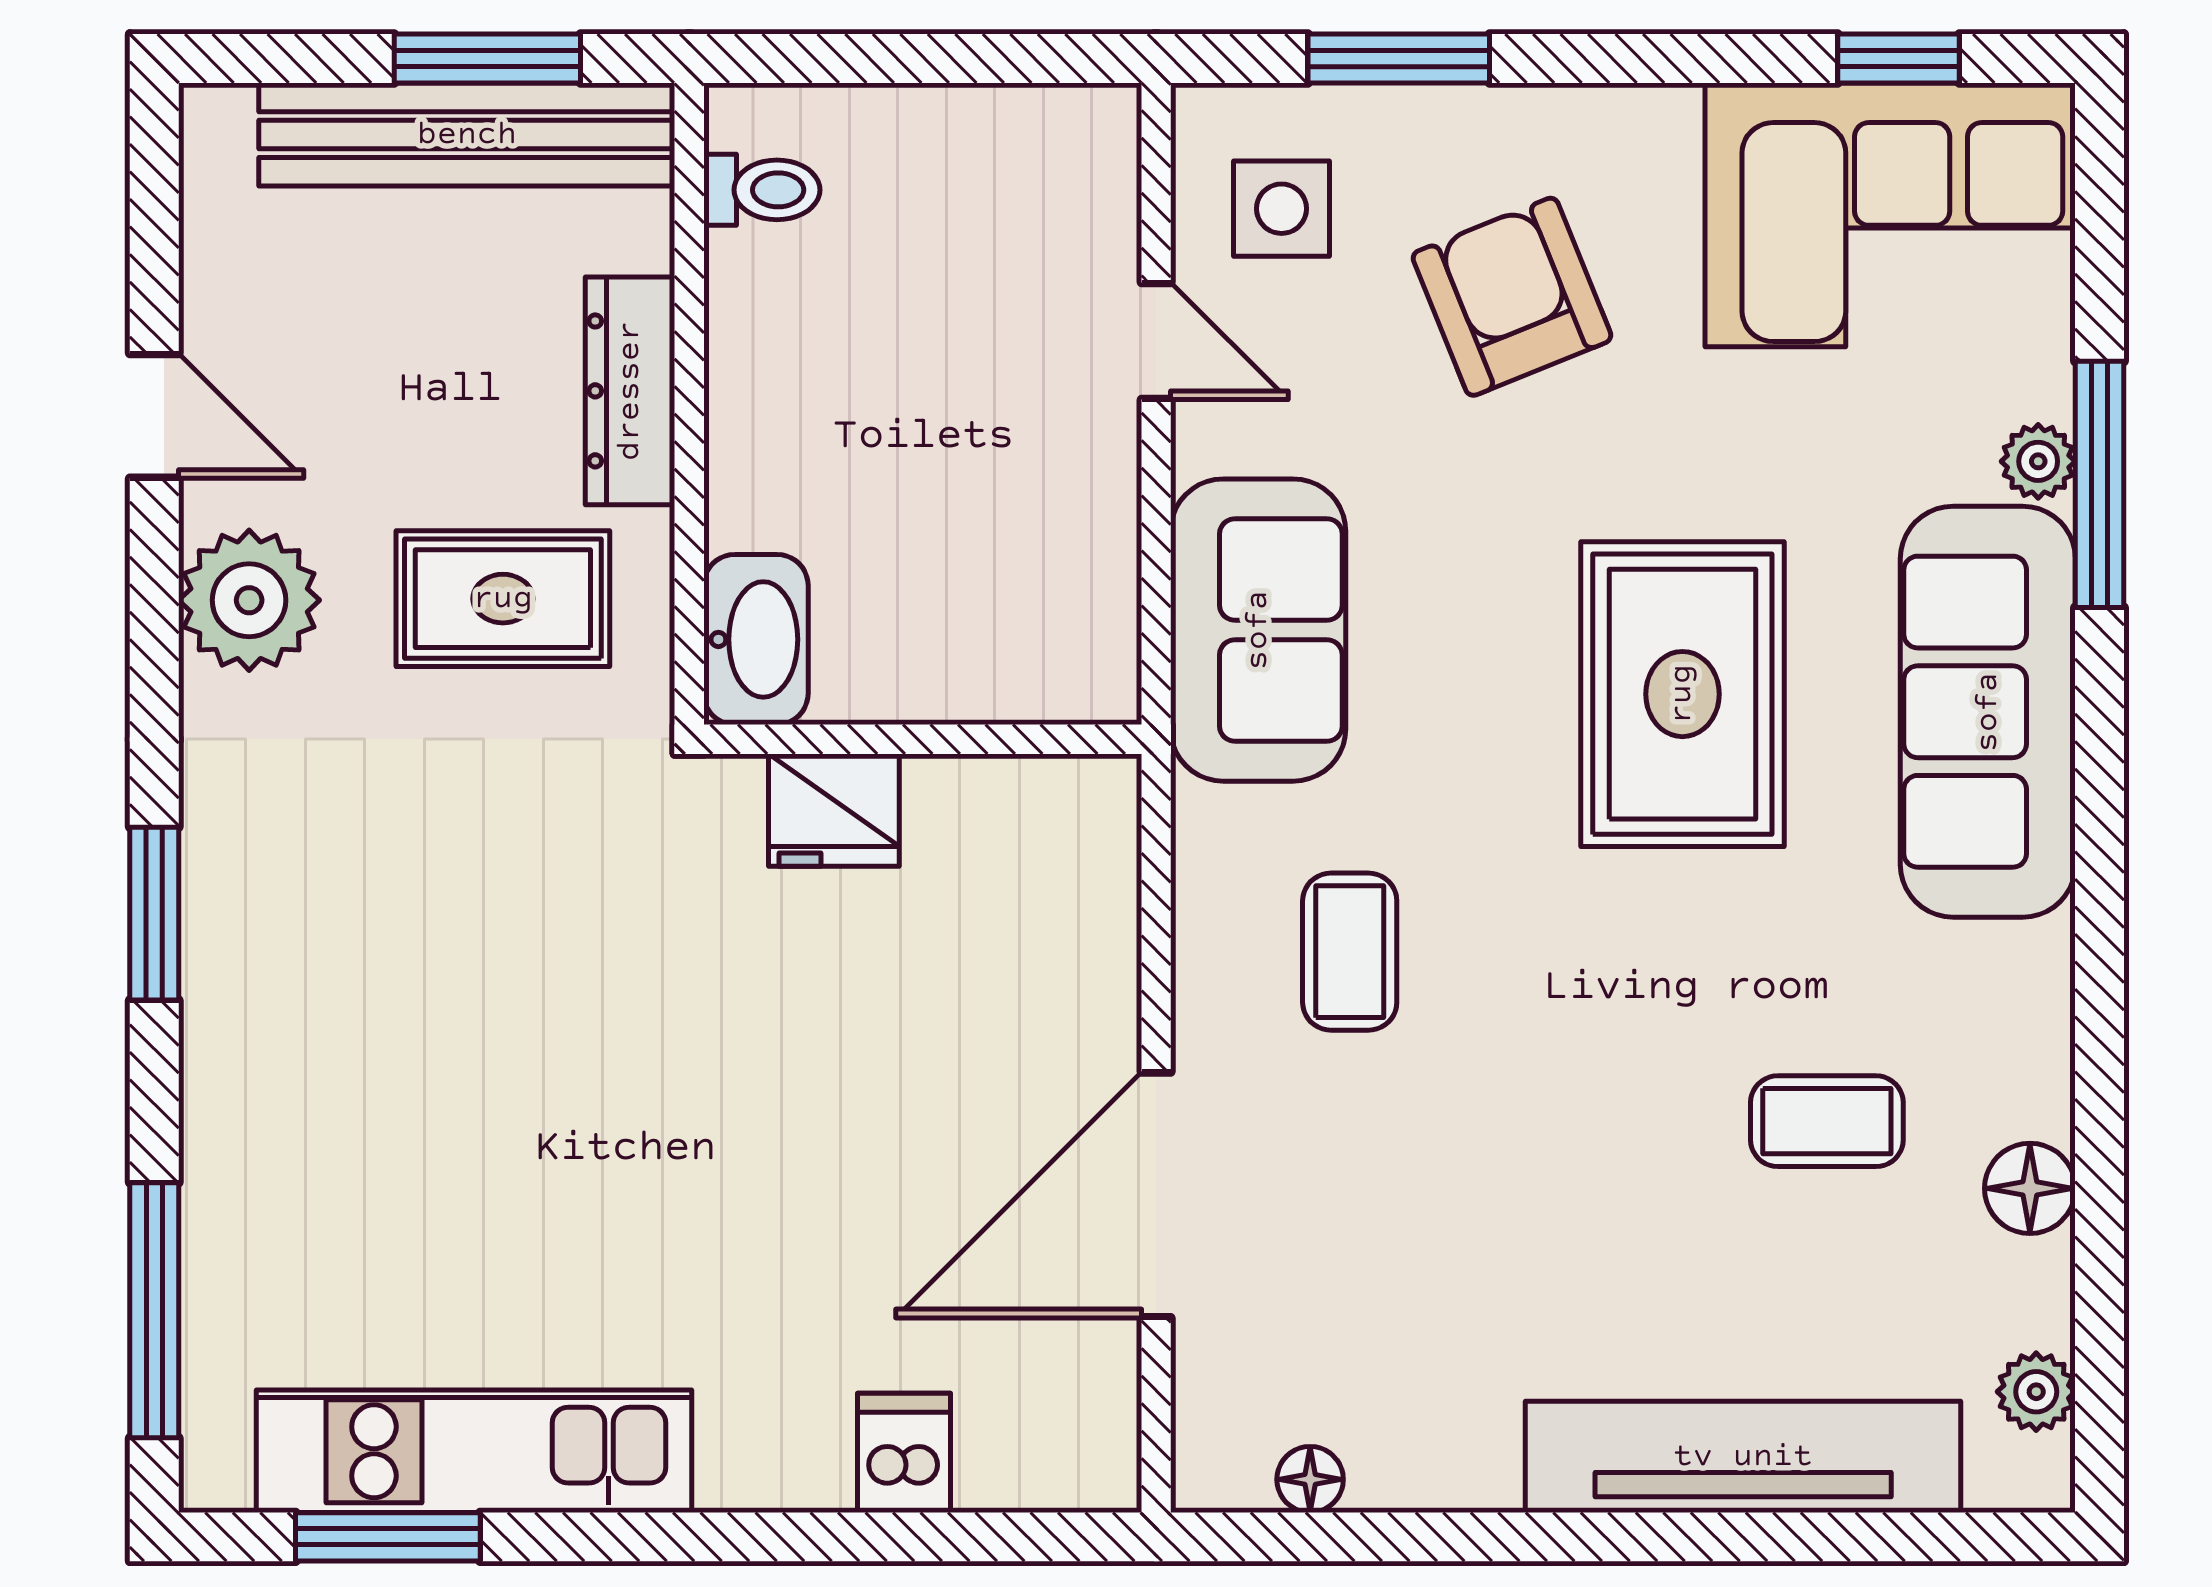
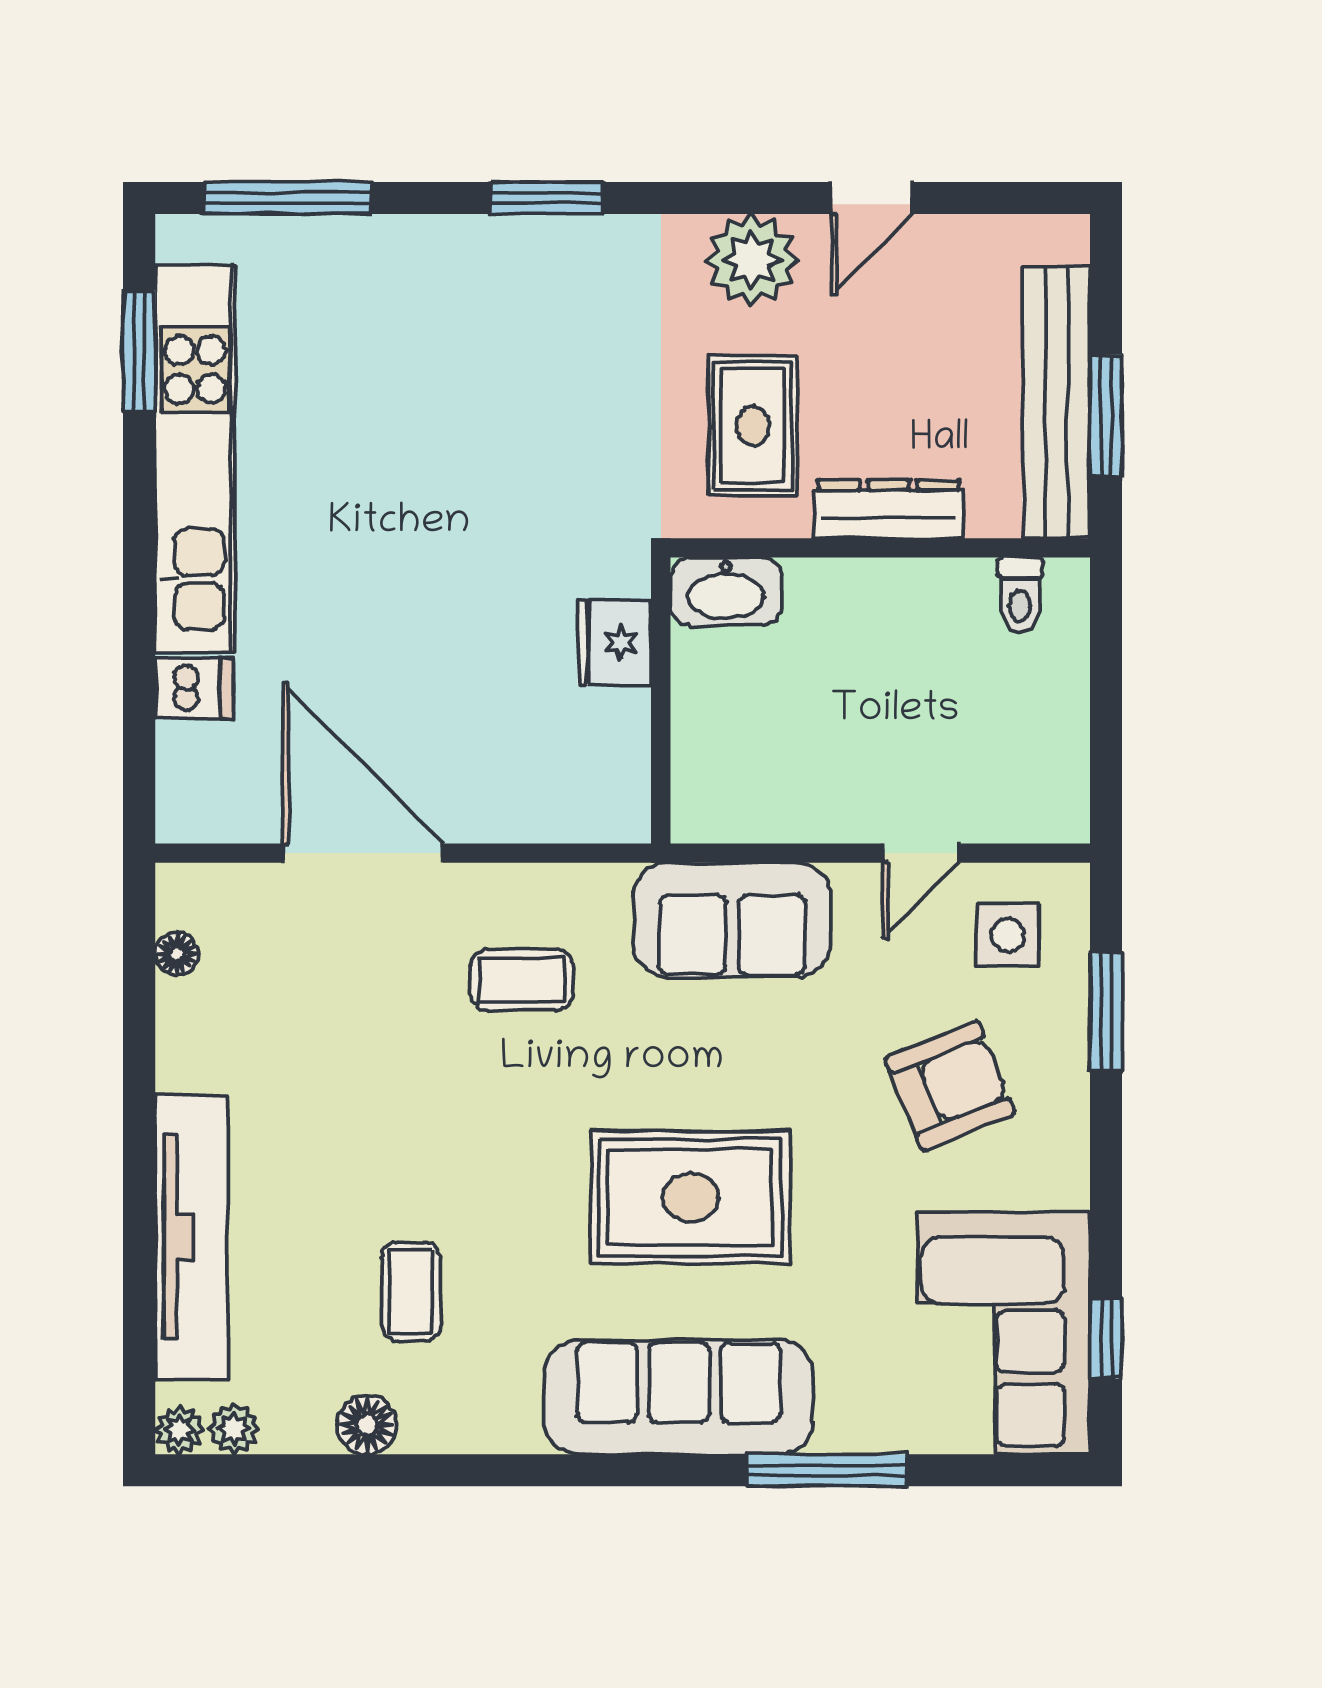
plant: (2038, 461) -> (179, 1430), moved
kitchen unit: (474, 1451) -> (195, 459), width x1.36

